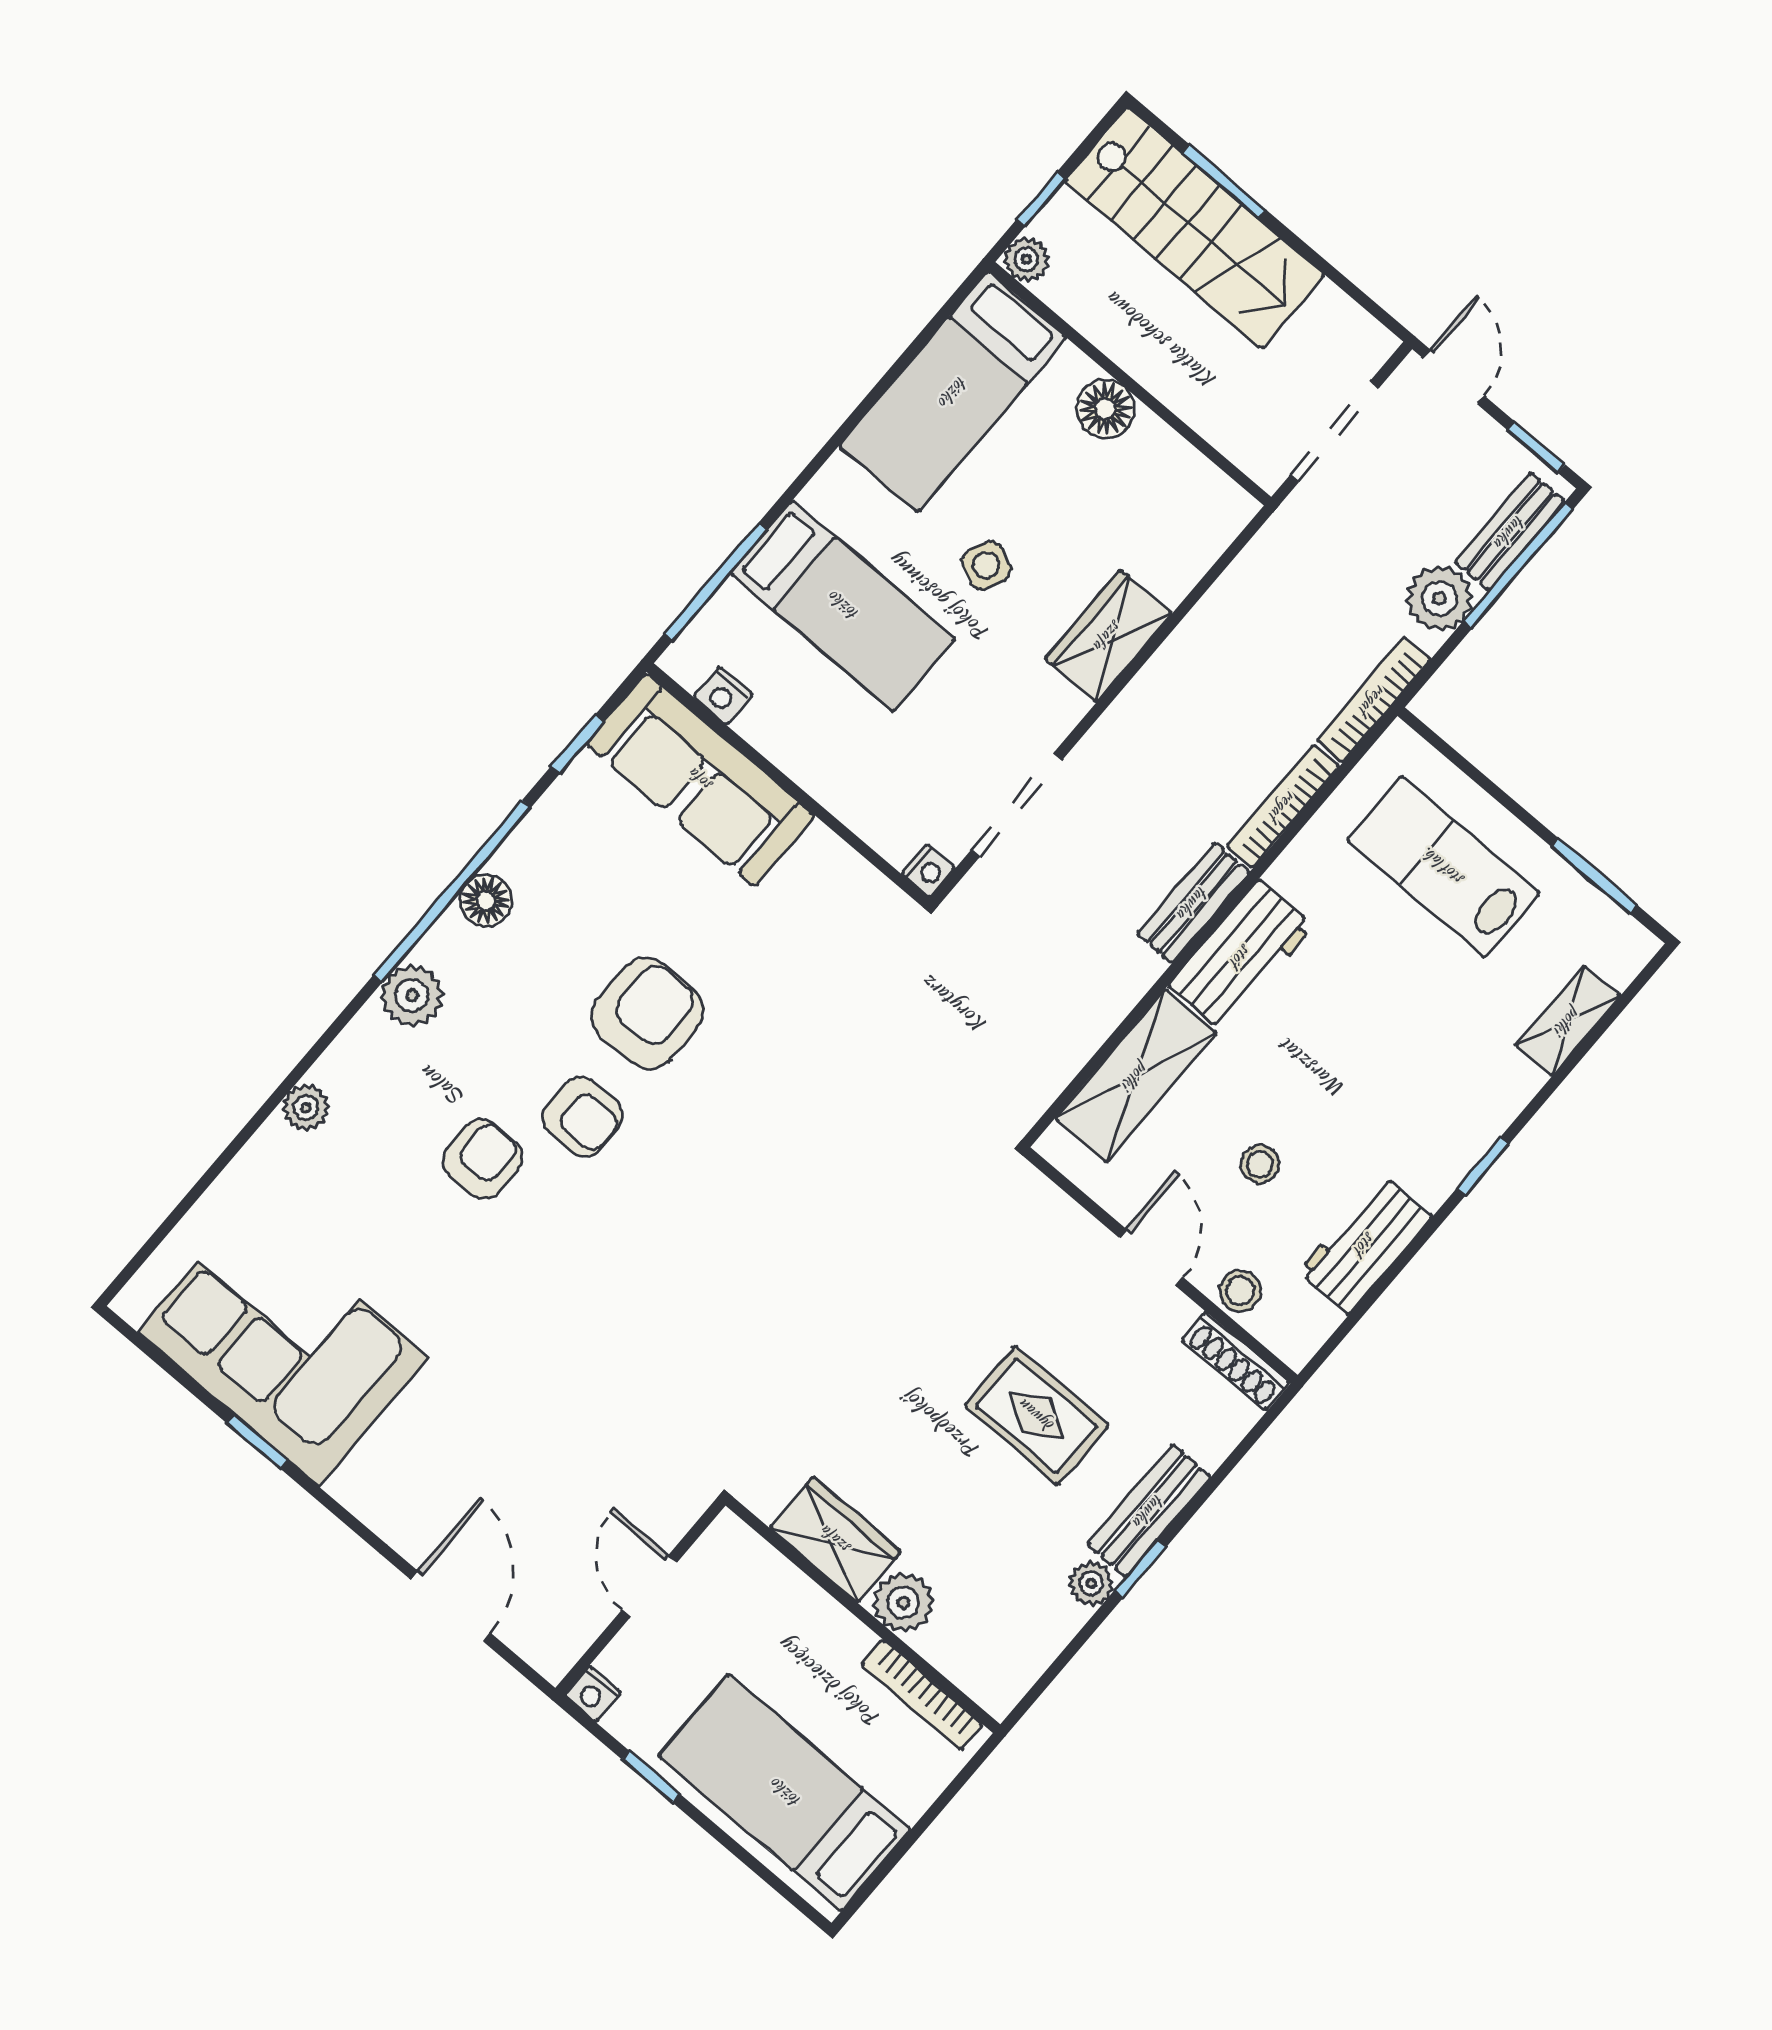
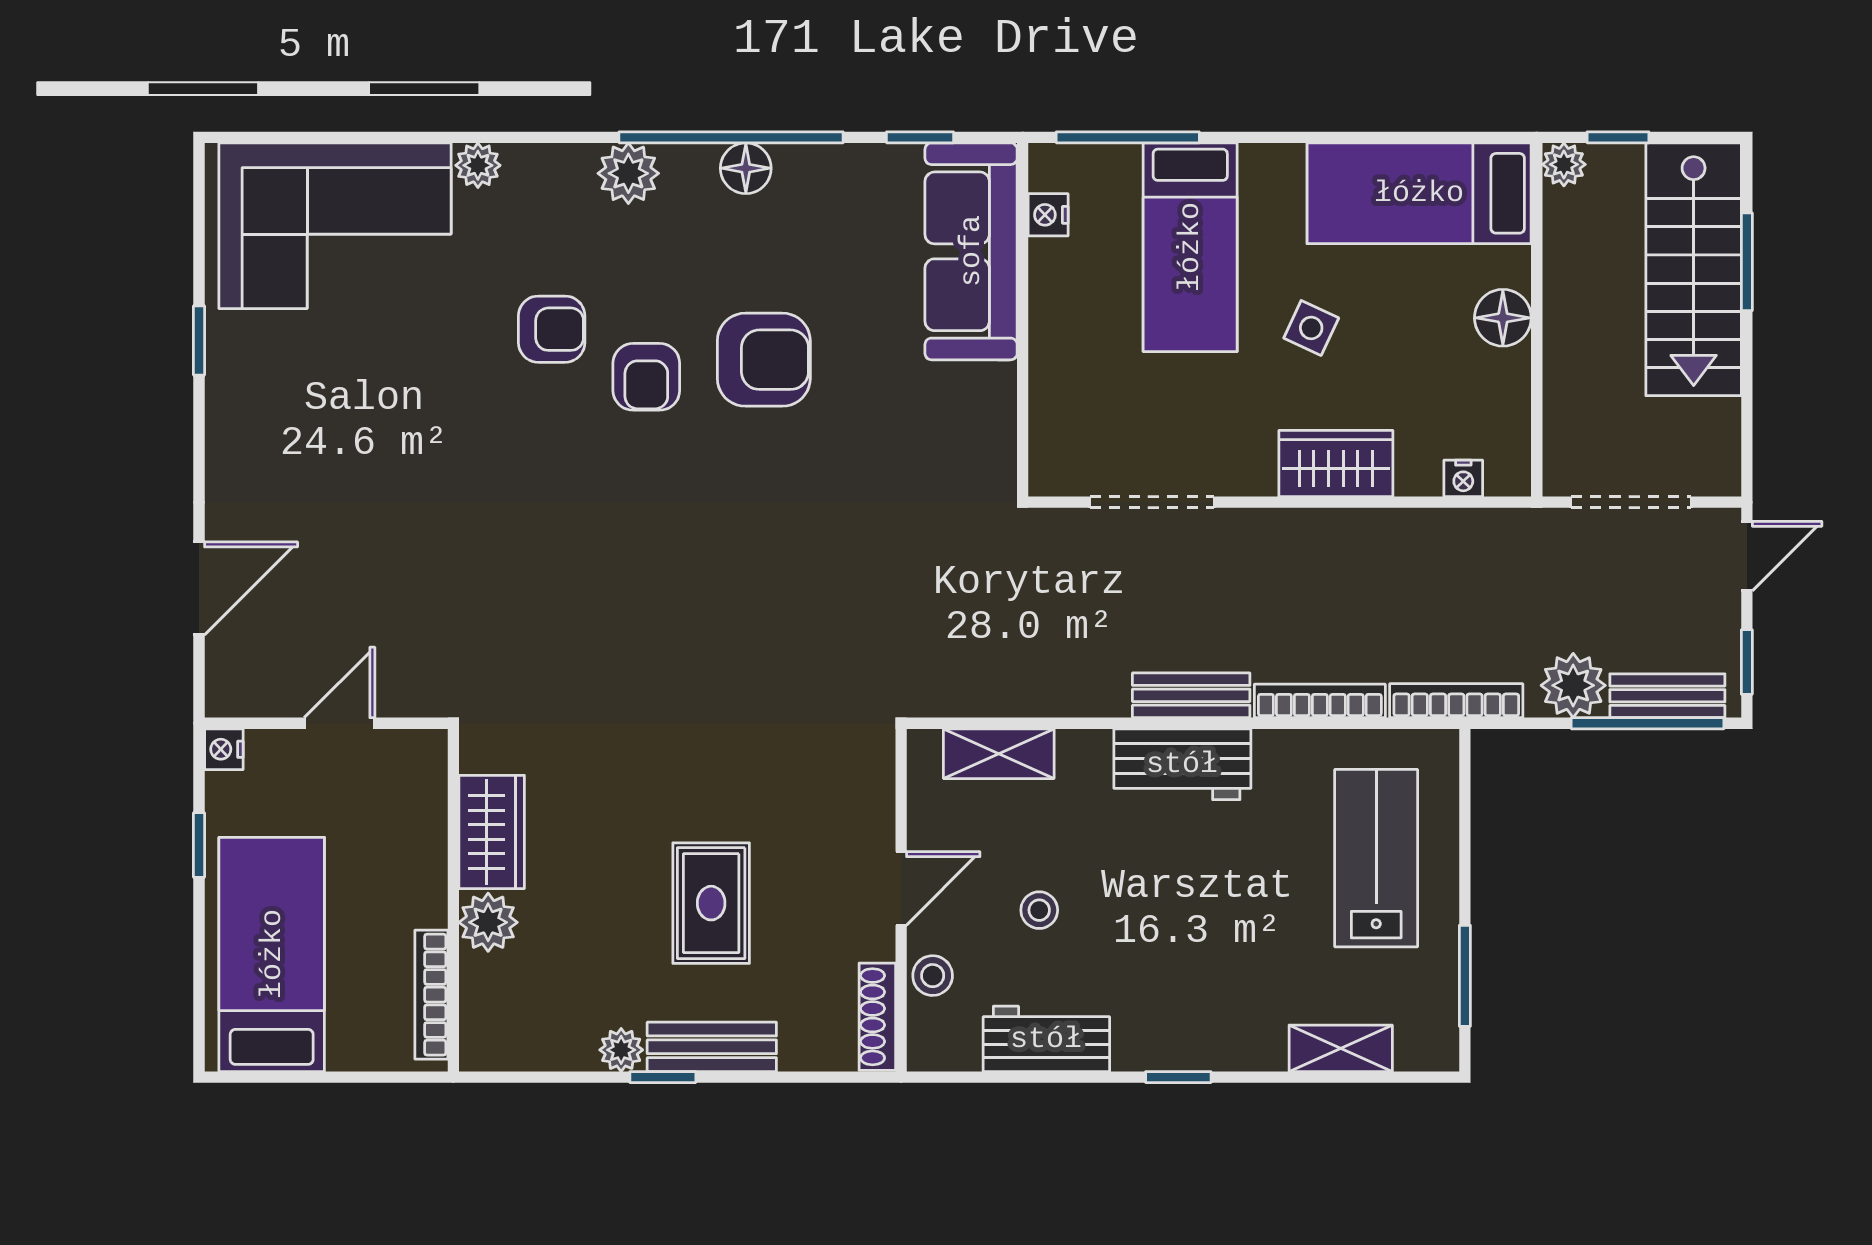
nightstand: (928, 871) -> (1463, 478), moved
shelving: (1136, 1076) -> (999, 754), width x0.67, depth x0.75
corner sofa: (283, 1345) -> (335, 226), moved, turned 90

